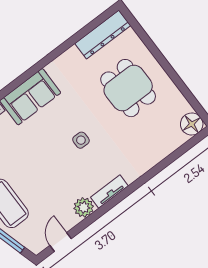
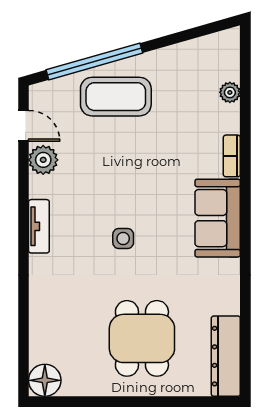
dining table: (128, 88) -> (142, 338), turned 90
plant: (84, 207) -> (43, 160), moved

